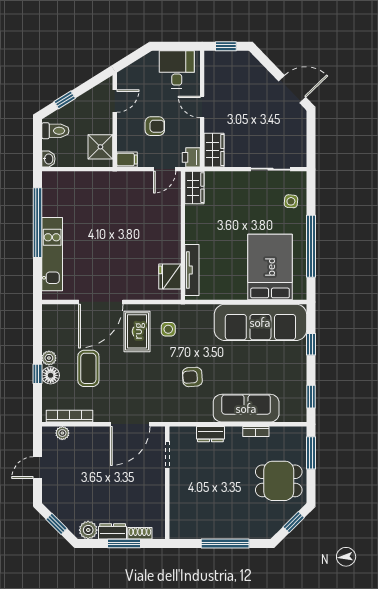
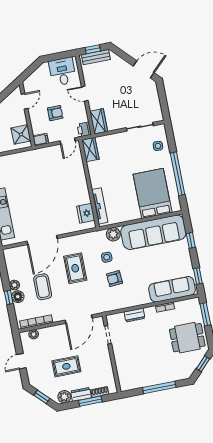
bench: (228, 58) -> (96, 57), added
plant: (203, 314) -> (113, 234), added
side table: (168, 329) -> (107, 257), moved
rug: (137, 331) -> (75, 268), moved
sofa: (246, 408) -> (172, 289), moved
rug: (100, 488) -> (66, 366), added

